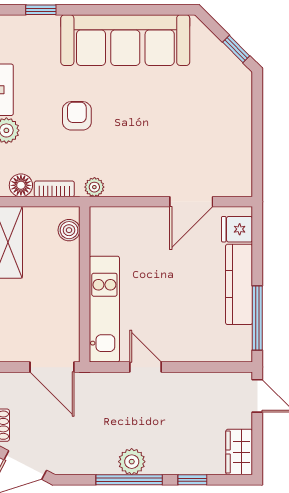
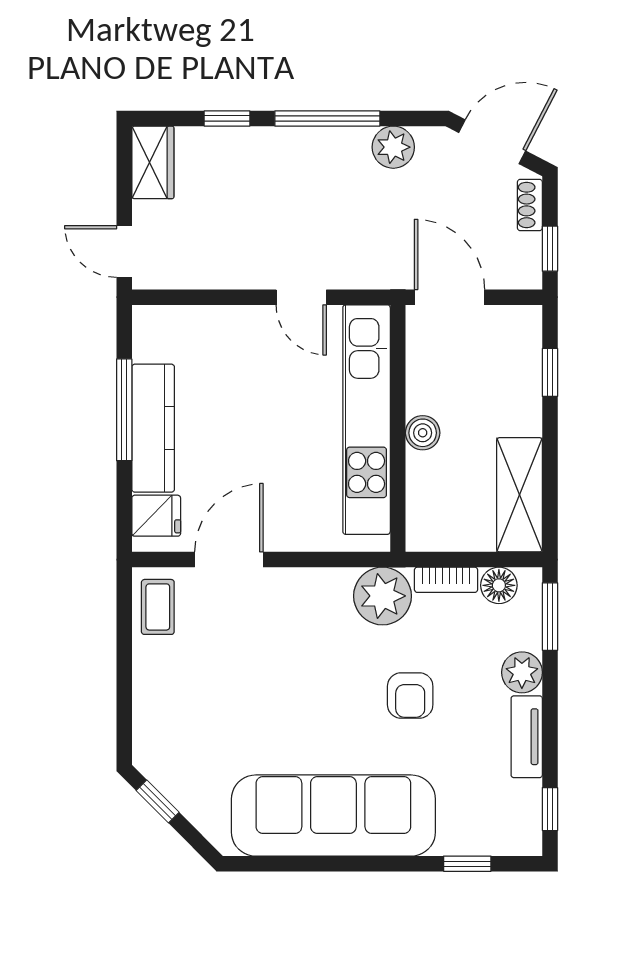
coffee table: (236, 172) -> (158, 607), added
plant: (94, 187) -> (383, 596), width x1.87, depth x1.87
boiler: (69, 230) -> (423, 433), moved
kitchen unit: (104, 309) -> (367, 420), width x1.36
window: (257, 318) -> (124, 410), moved
plant: (132, 462) -> (393, 147), moved

